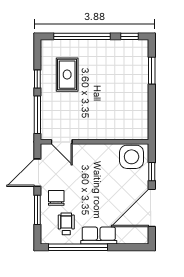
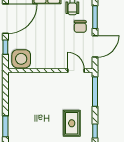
window: (37, 79) -> (95, 131), moved

